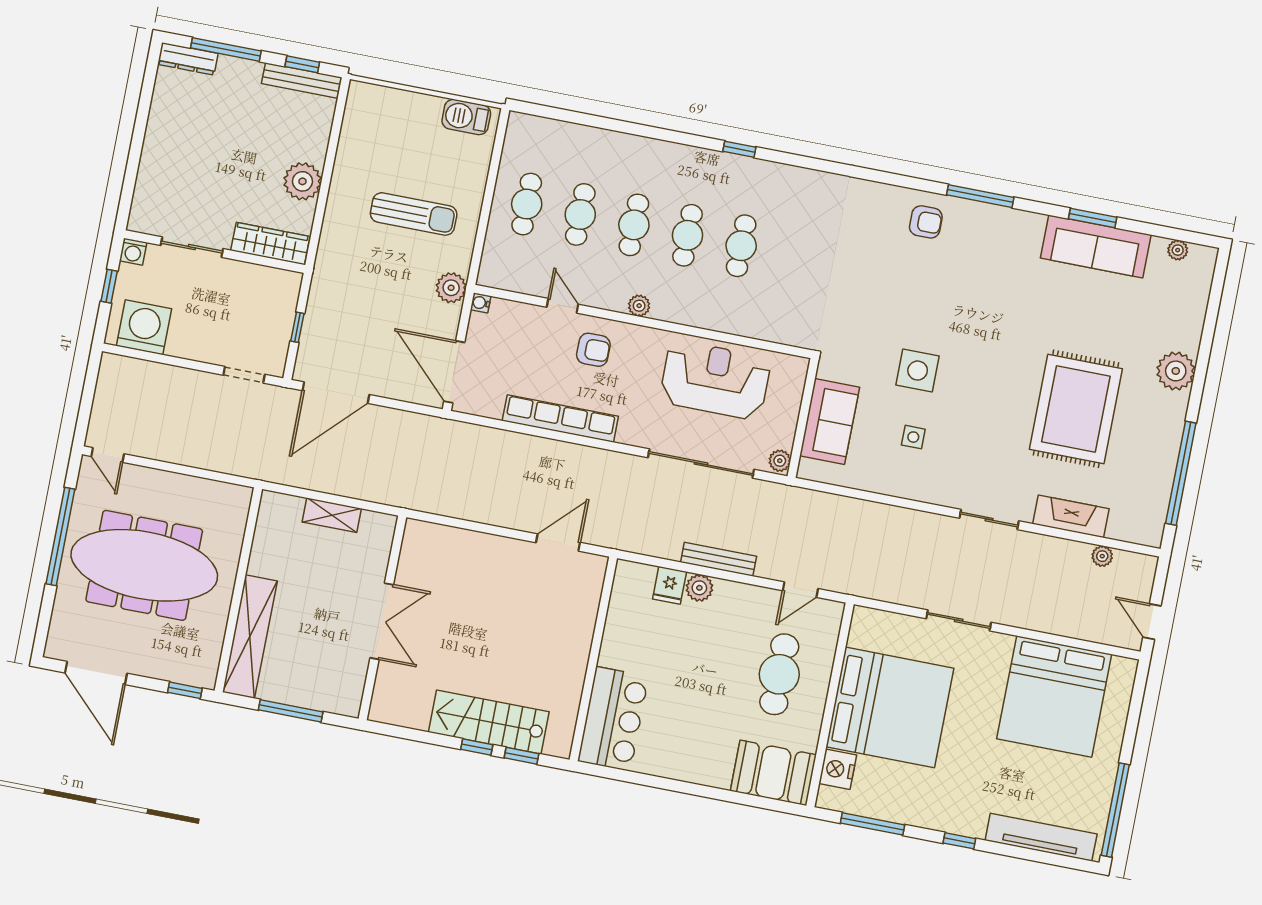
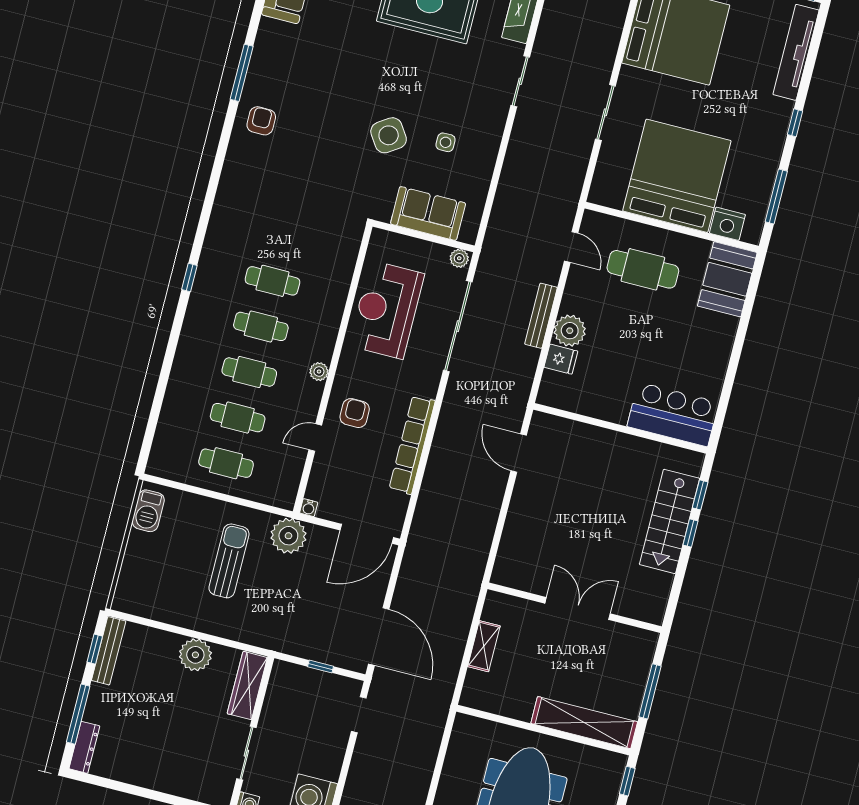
plant: (451, 288) -> (288, 536), width x1.36, depth x1.36
side table: (918, 371) -> (389, 135), turned -34
plant: (699, 588) -> (570, 331), width x1.36, depth x1.36

